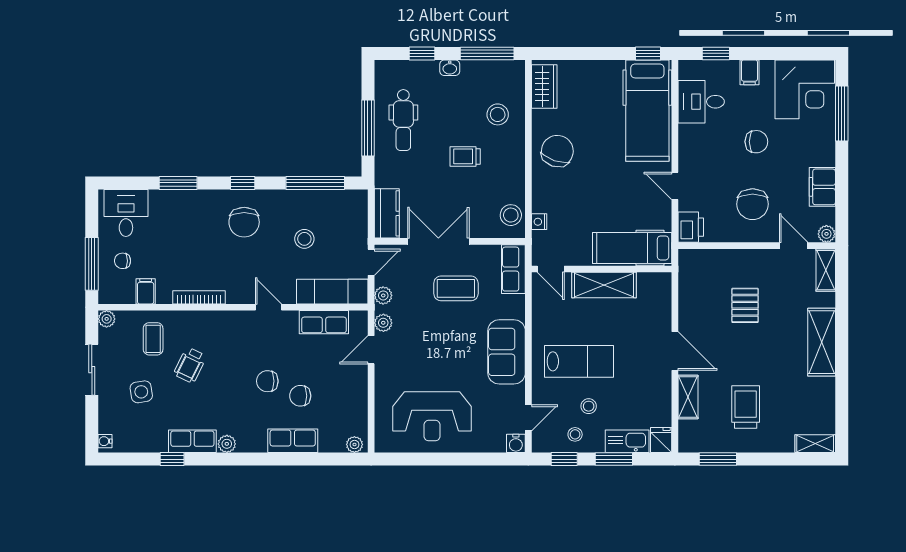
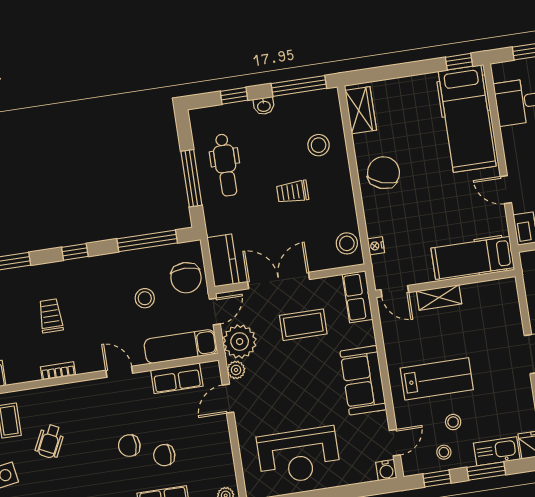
chair: (244, 222) -> (186, 278), moved
trolley: (209, 242) -> (51, 316), added
shelving: (604, 285) -> (439, 297), width x0.67, depth x0.75
plant: (383, 295) -> (240, 342), width x1.87, depth x1.87
bookcase: (199, 297) -> (58, 371), width x0.64

